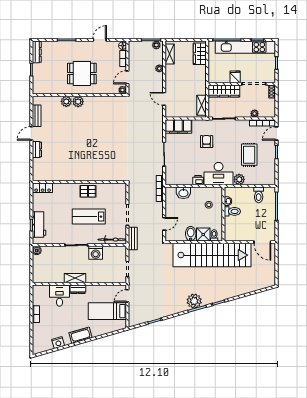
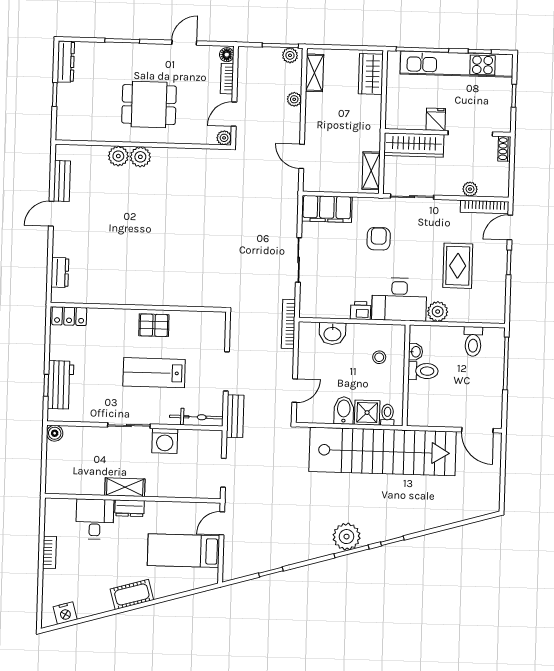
dresser: (37, 149) -> (60, 272), moved
nightstand: (58, 343) -> (65, 613), moved

